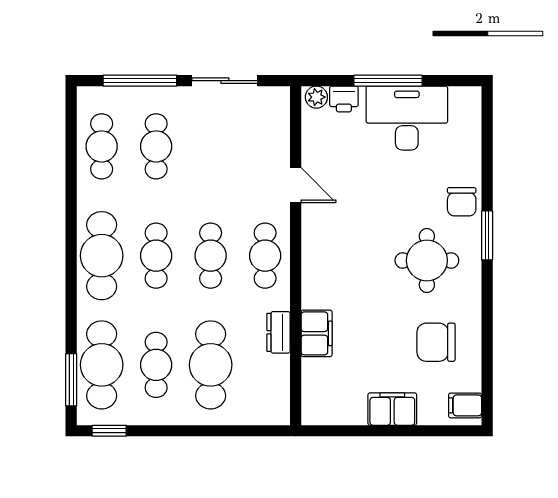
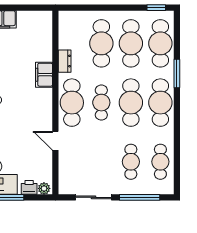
cafe table: (156, 256) -> (131, 103), width x1.37, depth x1.35
cafe table: (265, 256) -> (72, 103), width x1.37, depth x1.35
filing cabinet: (317, 333) -> (44, 75), moved
cafe table: (156, 365) -> (131, 43), width x1.37, depth x1.35
window: (71, 380) -> (177, 74), moved

